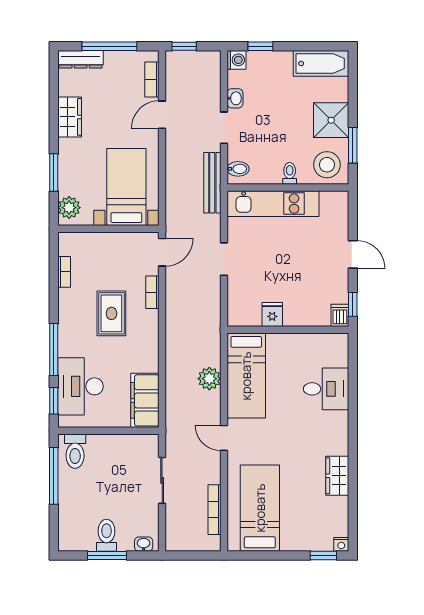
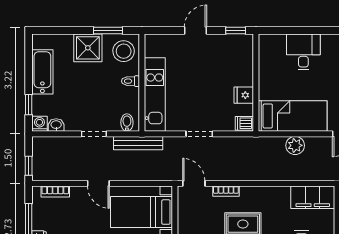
bathtub: (321, 63) -> (42, 72), moved
washbasin: (235, 98) -> (56, 125), moved
door: (162, 115) -> (98, 183), moved
dishwasher: (340, 315) -> (244, 123), moved

